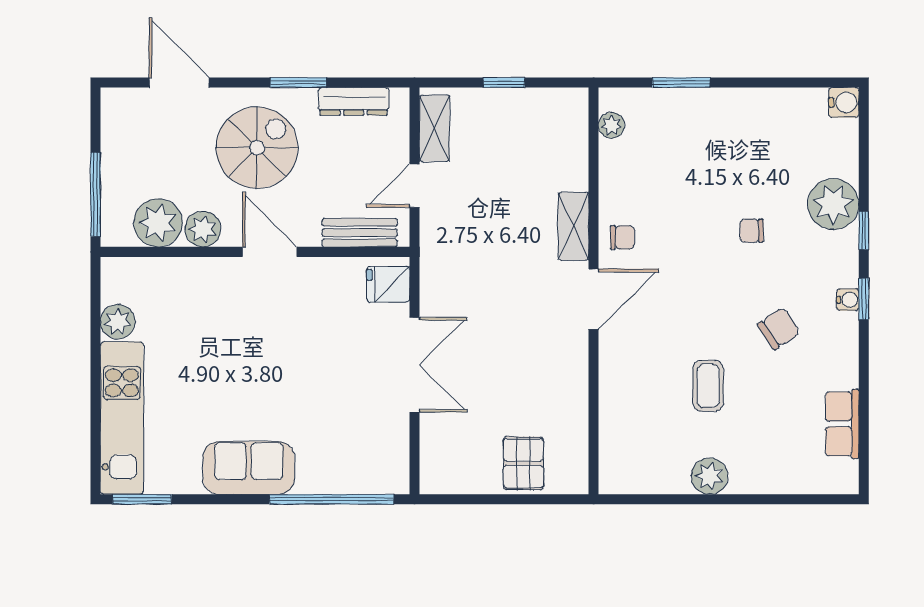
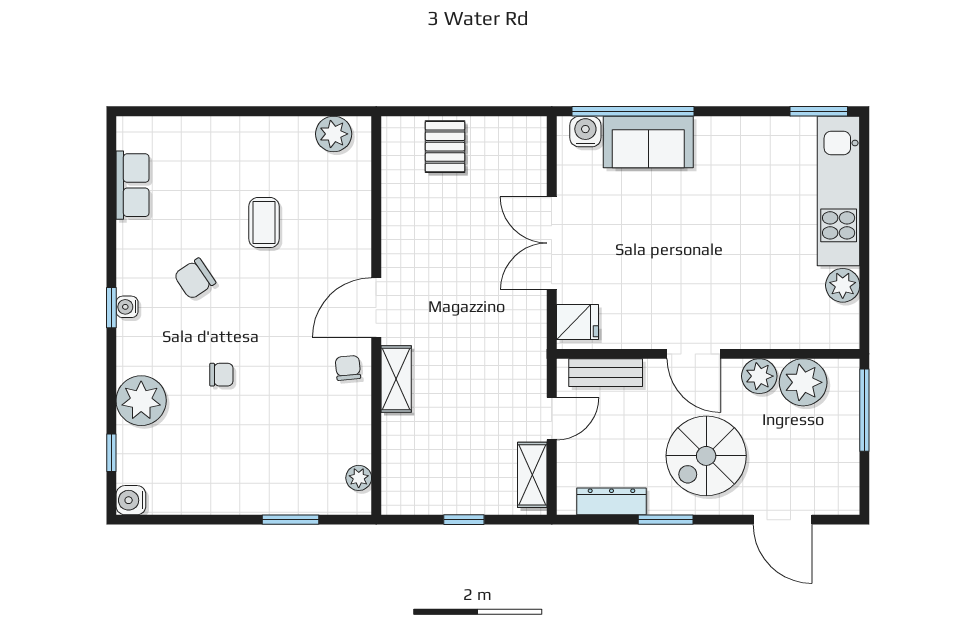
window: (864, 230) -> (111, 453), moved
chair: (622, 237) -> (348, 368), turned 85
sofa: (249, 468) -> (648, 142), moved
plant: (710, 476) -> (334, 134), moved
water cooler: (380, 479) -> (585, 132), added

